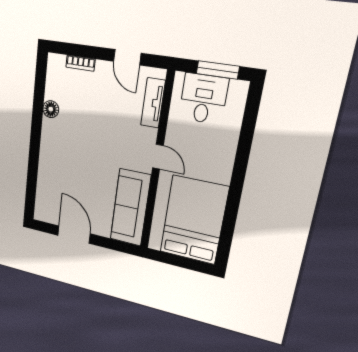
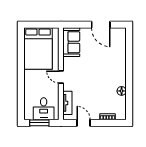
sofa: (130, 208) -> (71, 42), width x0.73

